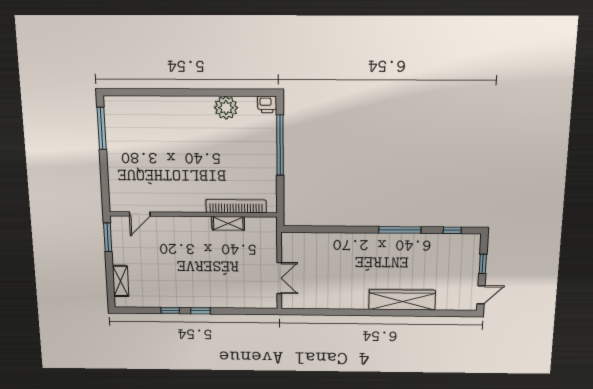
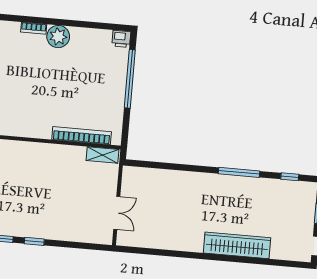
bookcase: (174, 101) -> (34, 28), added
plant: (226, 108) -> (58, 37), moved
shelving: (228, 223) -> (102, 155), moved

